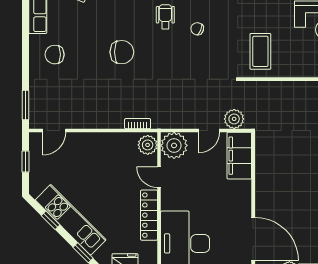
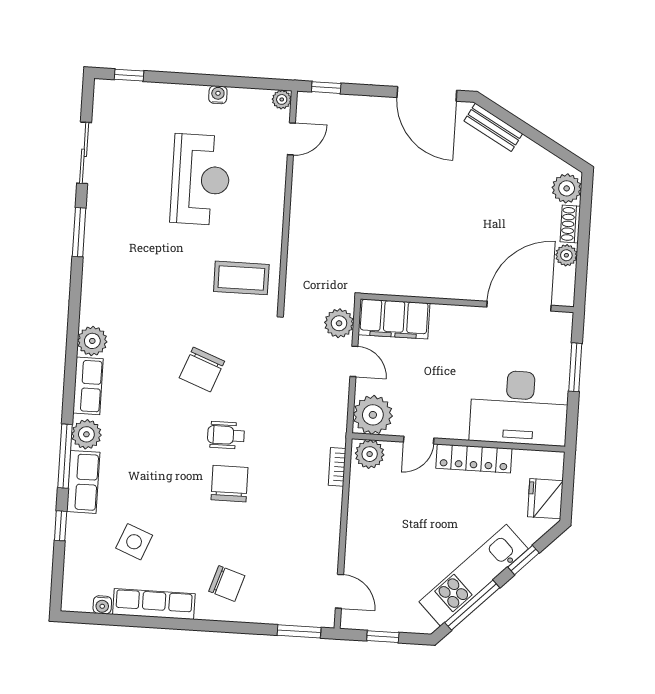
wheelchair: (165, 17) -> (226, 435), moved
chair: (197, 29) -> (202, 370), width x1.87, depth x1.87
chair: (55, 55) -> (227, 584), turned -72
window: (50, 220) -> (472, 605), width x2.17

